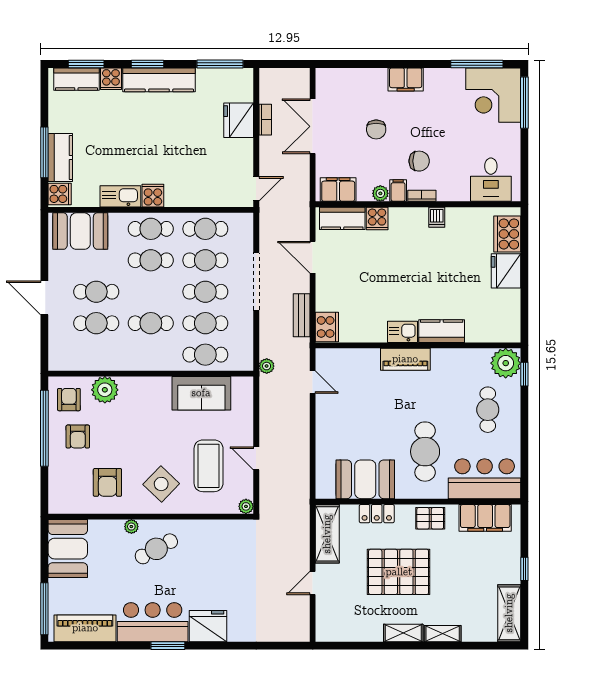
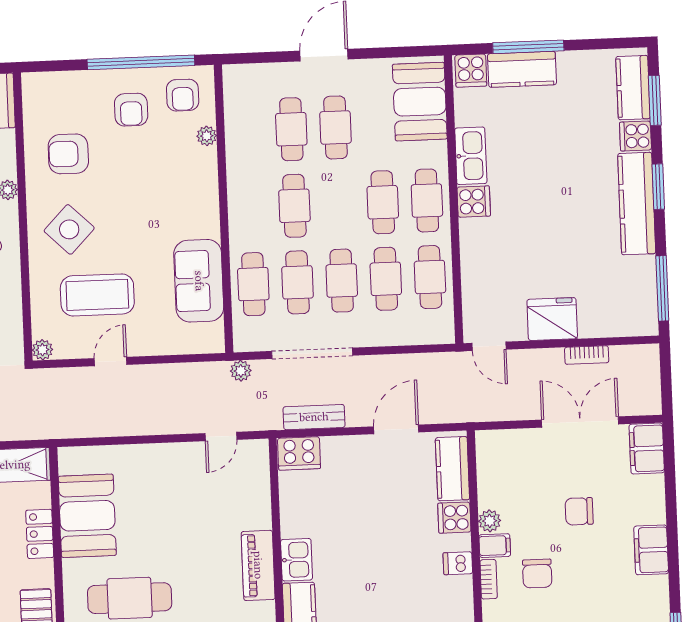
fridge: (239, 120) -> (552, 319), moved
filing cabinet: (338, 190) -> (647, 448), moved, turned 180
dishwasher: (437, 217) -> (458, 563), moved
doorway: (256, 281) -> (312, 353), moved
plant: (105, 390) -> (207, 136), width x0.53, depth x0.53
armchair: (69, 400) -> (183, 95), turned 90
armchair: (78, 437) -> (131, 110), turned -90

